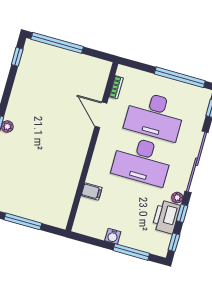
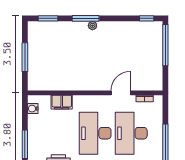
filing cabinet: (92, 192) -> (62, 102), width x2.00
water cooler: (113, 236) -> (33, 109), moved

